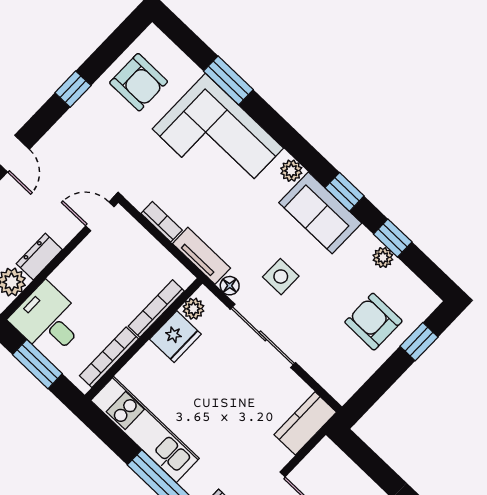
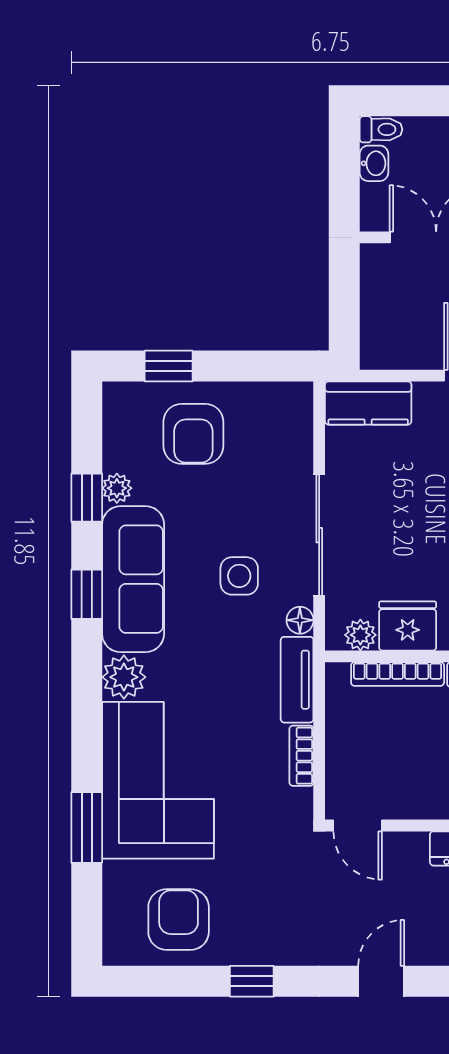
plant: (291, 171) -> (124, 677), width x1.38, depth x1.38
sofa: (320, 213) -> (133, 579), width x1.36

